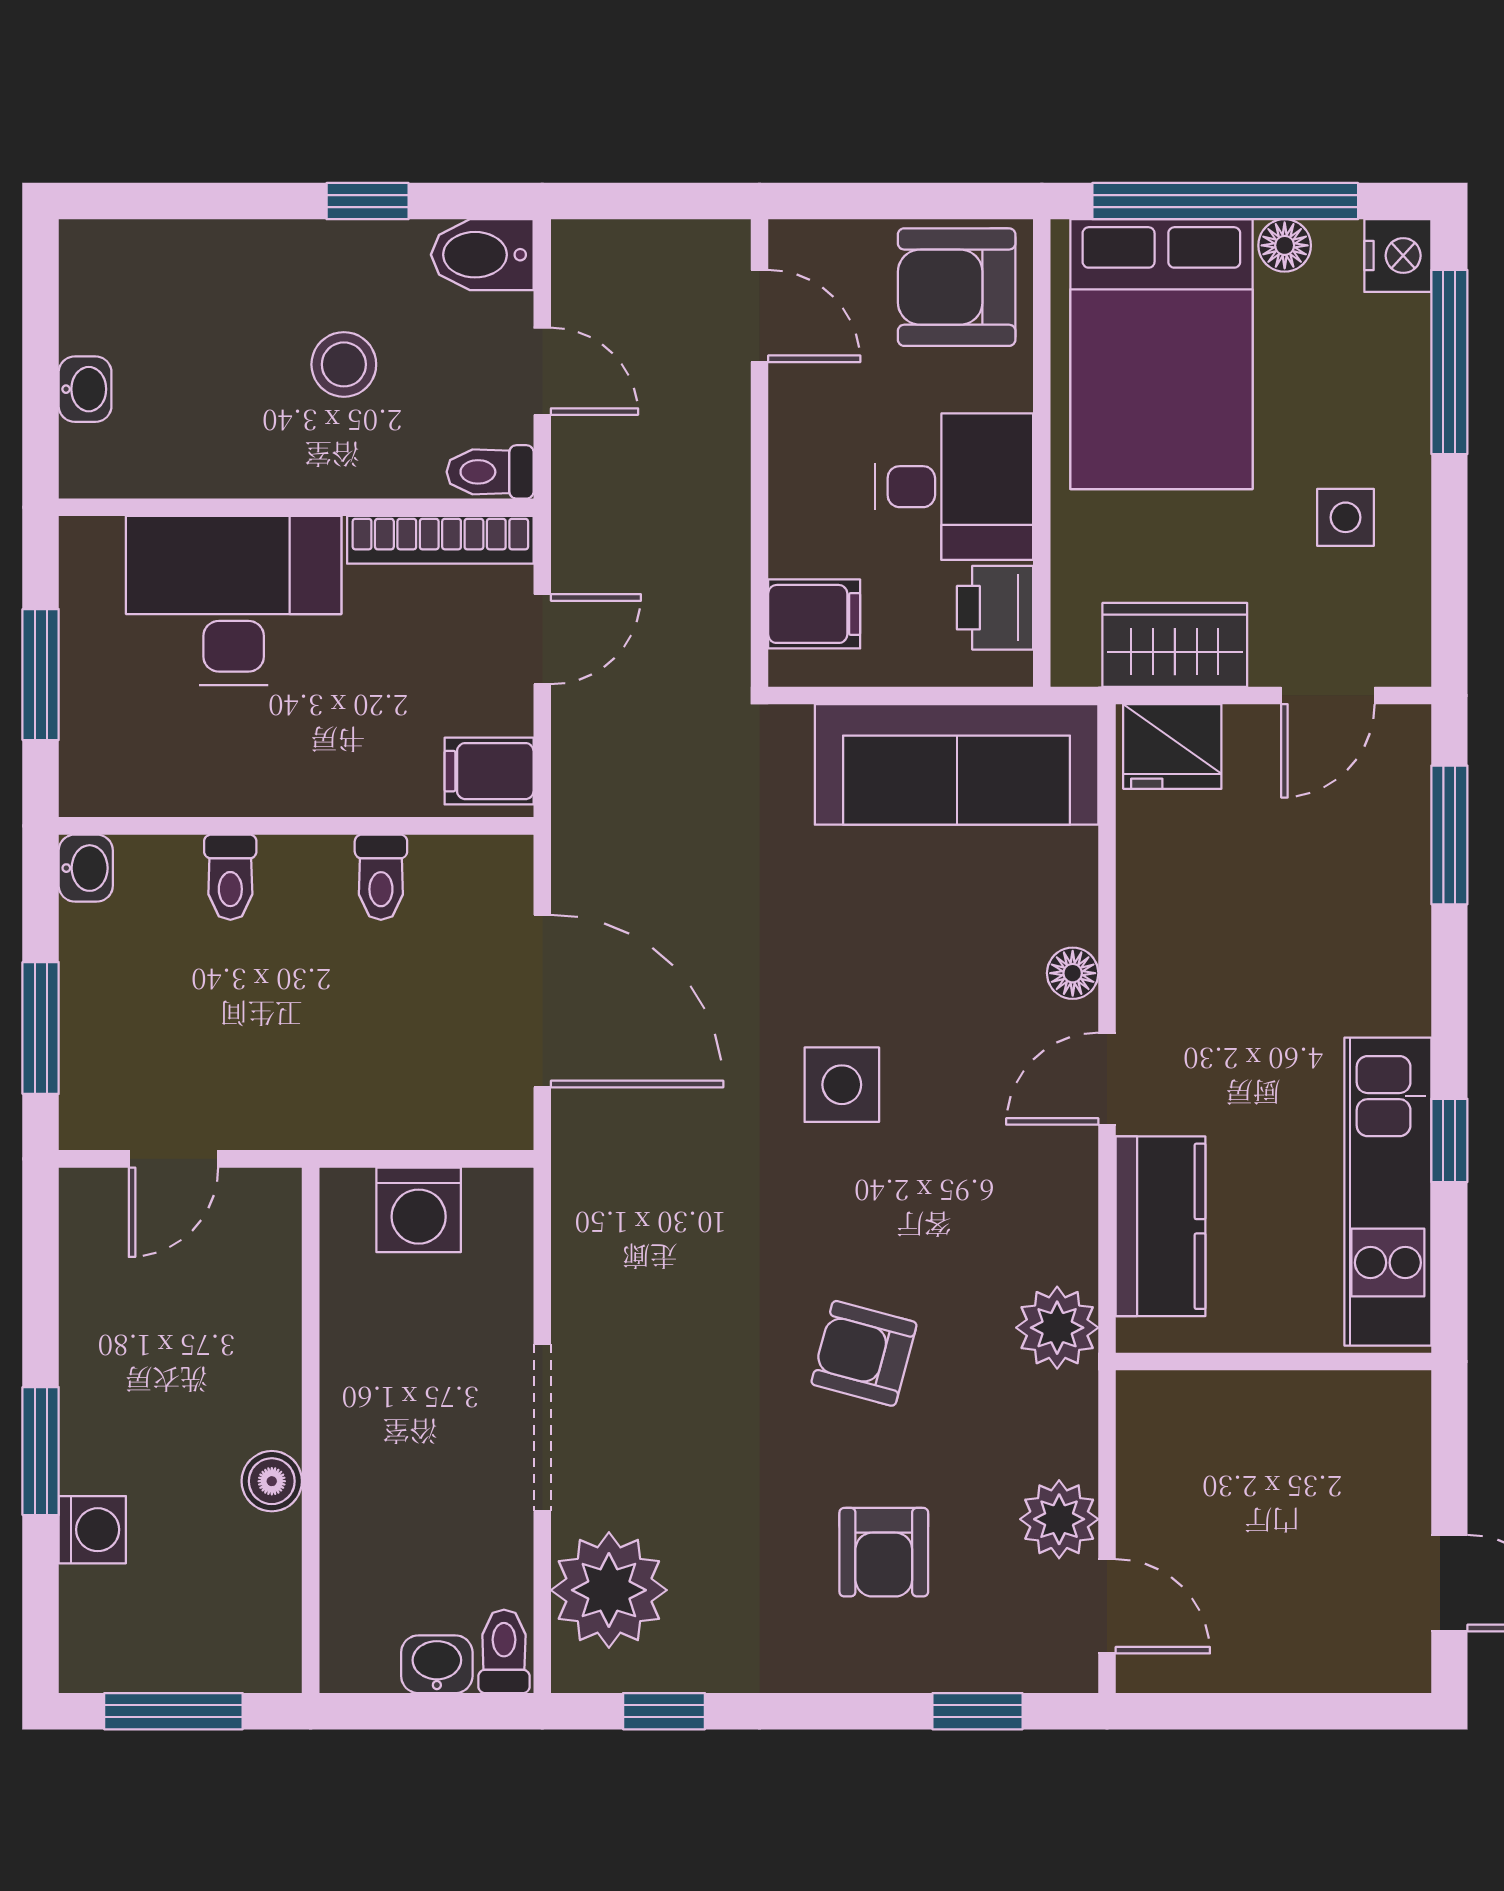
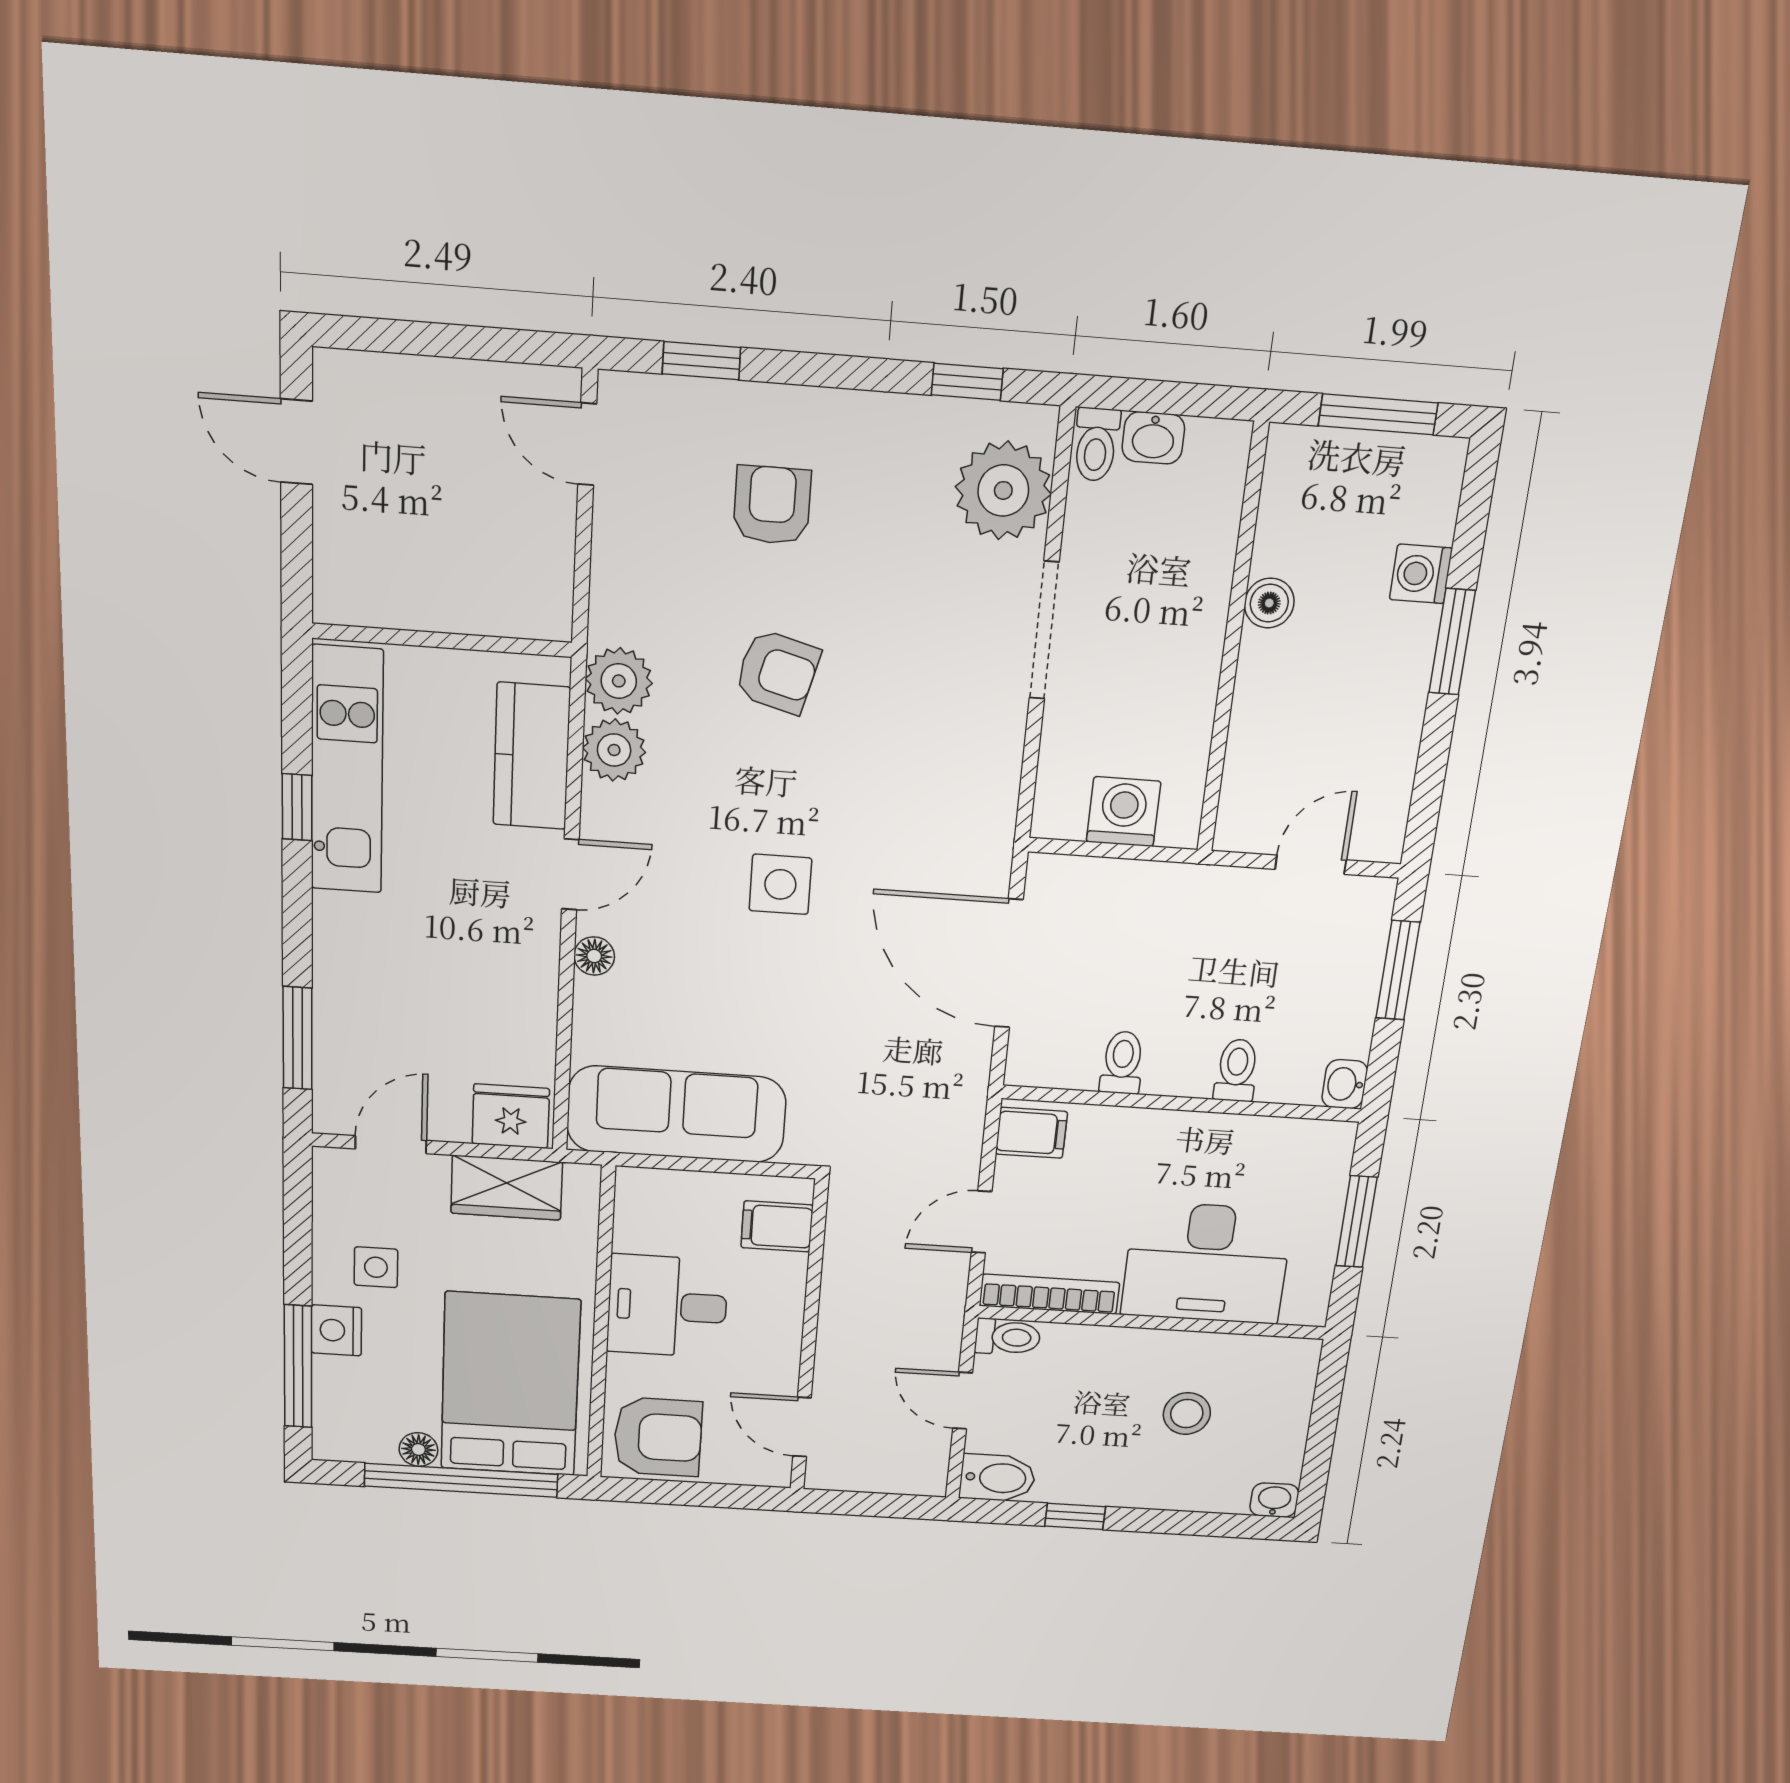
nightstand: (1398, 256) -> (336, 1330), moved
stool: (344, 364) -> (1187, 1414), moved
washbasin: (85, 389) -> (1274, 1500), moved, turned 90
printer: (995, 608) -> (641, 1222), removed
plant: (1059, 1519) -> (614, 750), moved

